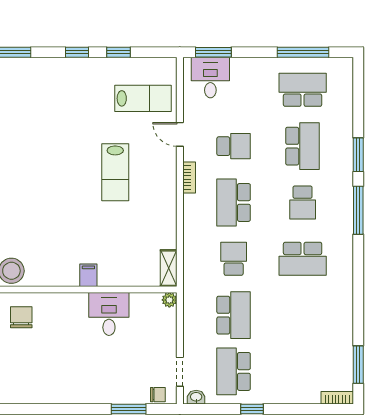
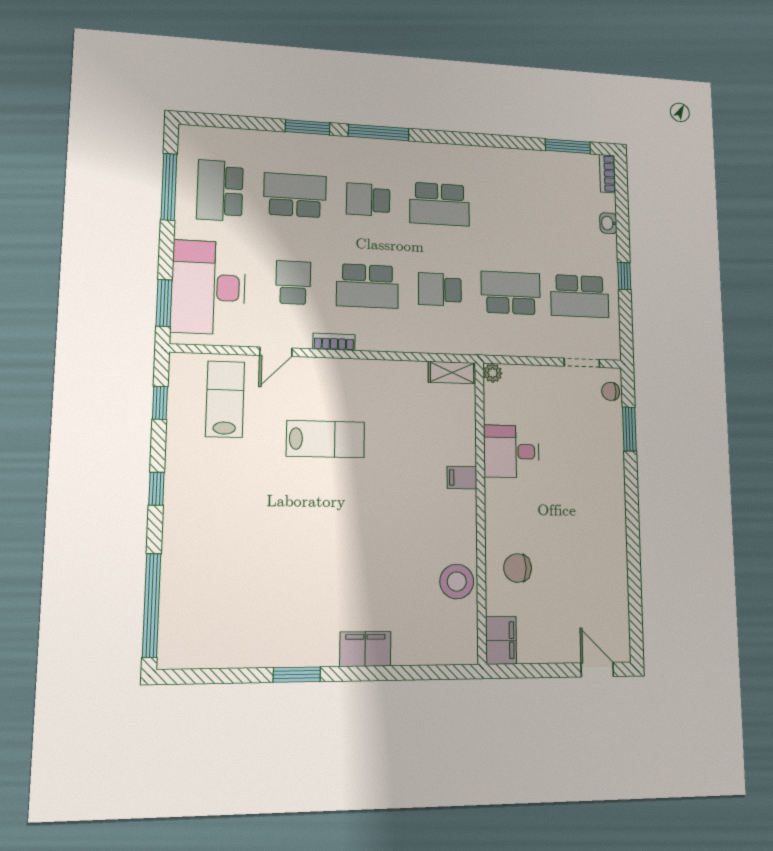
window: (119, 52) -> (160, 403), moved
desk: (210, 78) -> (208, 287), width x1.87, depth x1.30
school desk: (303, 202) -> (368, 200), turned 180
school desk: (303, 259) -> (440, 204), turned 90
chair: (158, 395) -> (611, 391), turned -90
washbasin: (196, 397) -> (608, 223), moved

